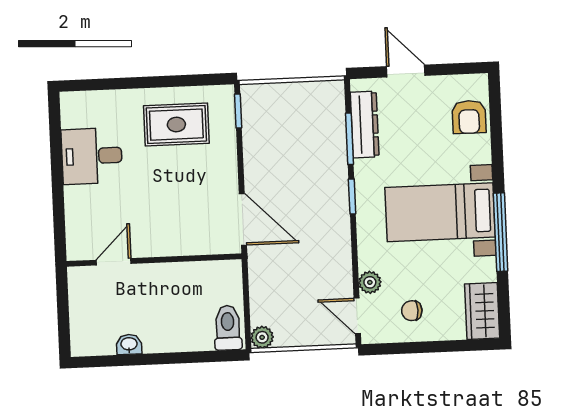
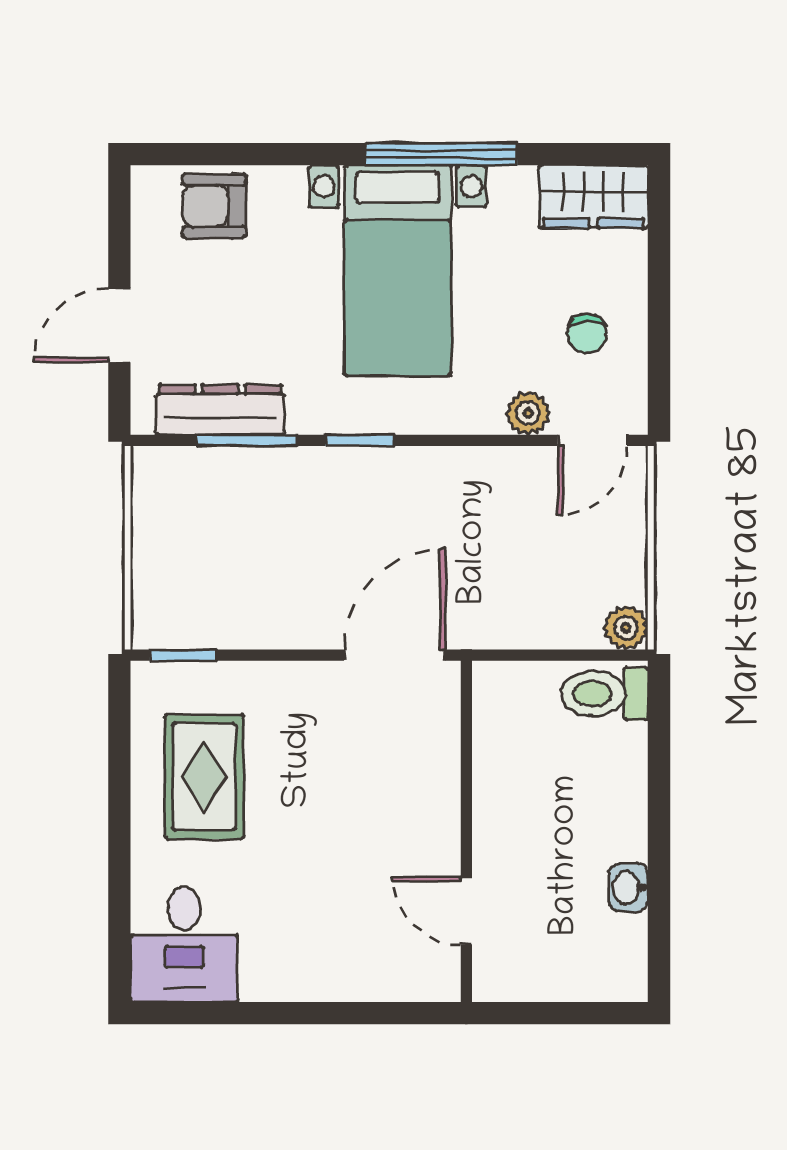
armchair: (469, 117) -> (214, 206), turned 180
desk: (92, 156) -> (184, 944), moved

